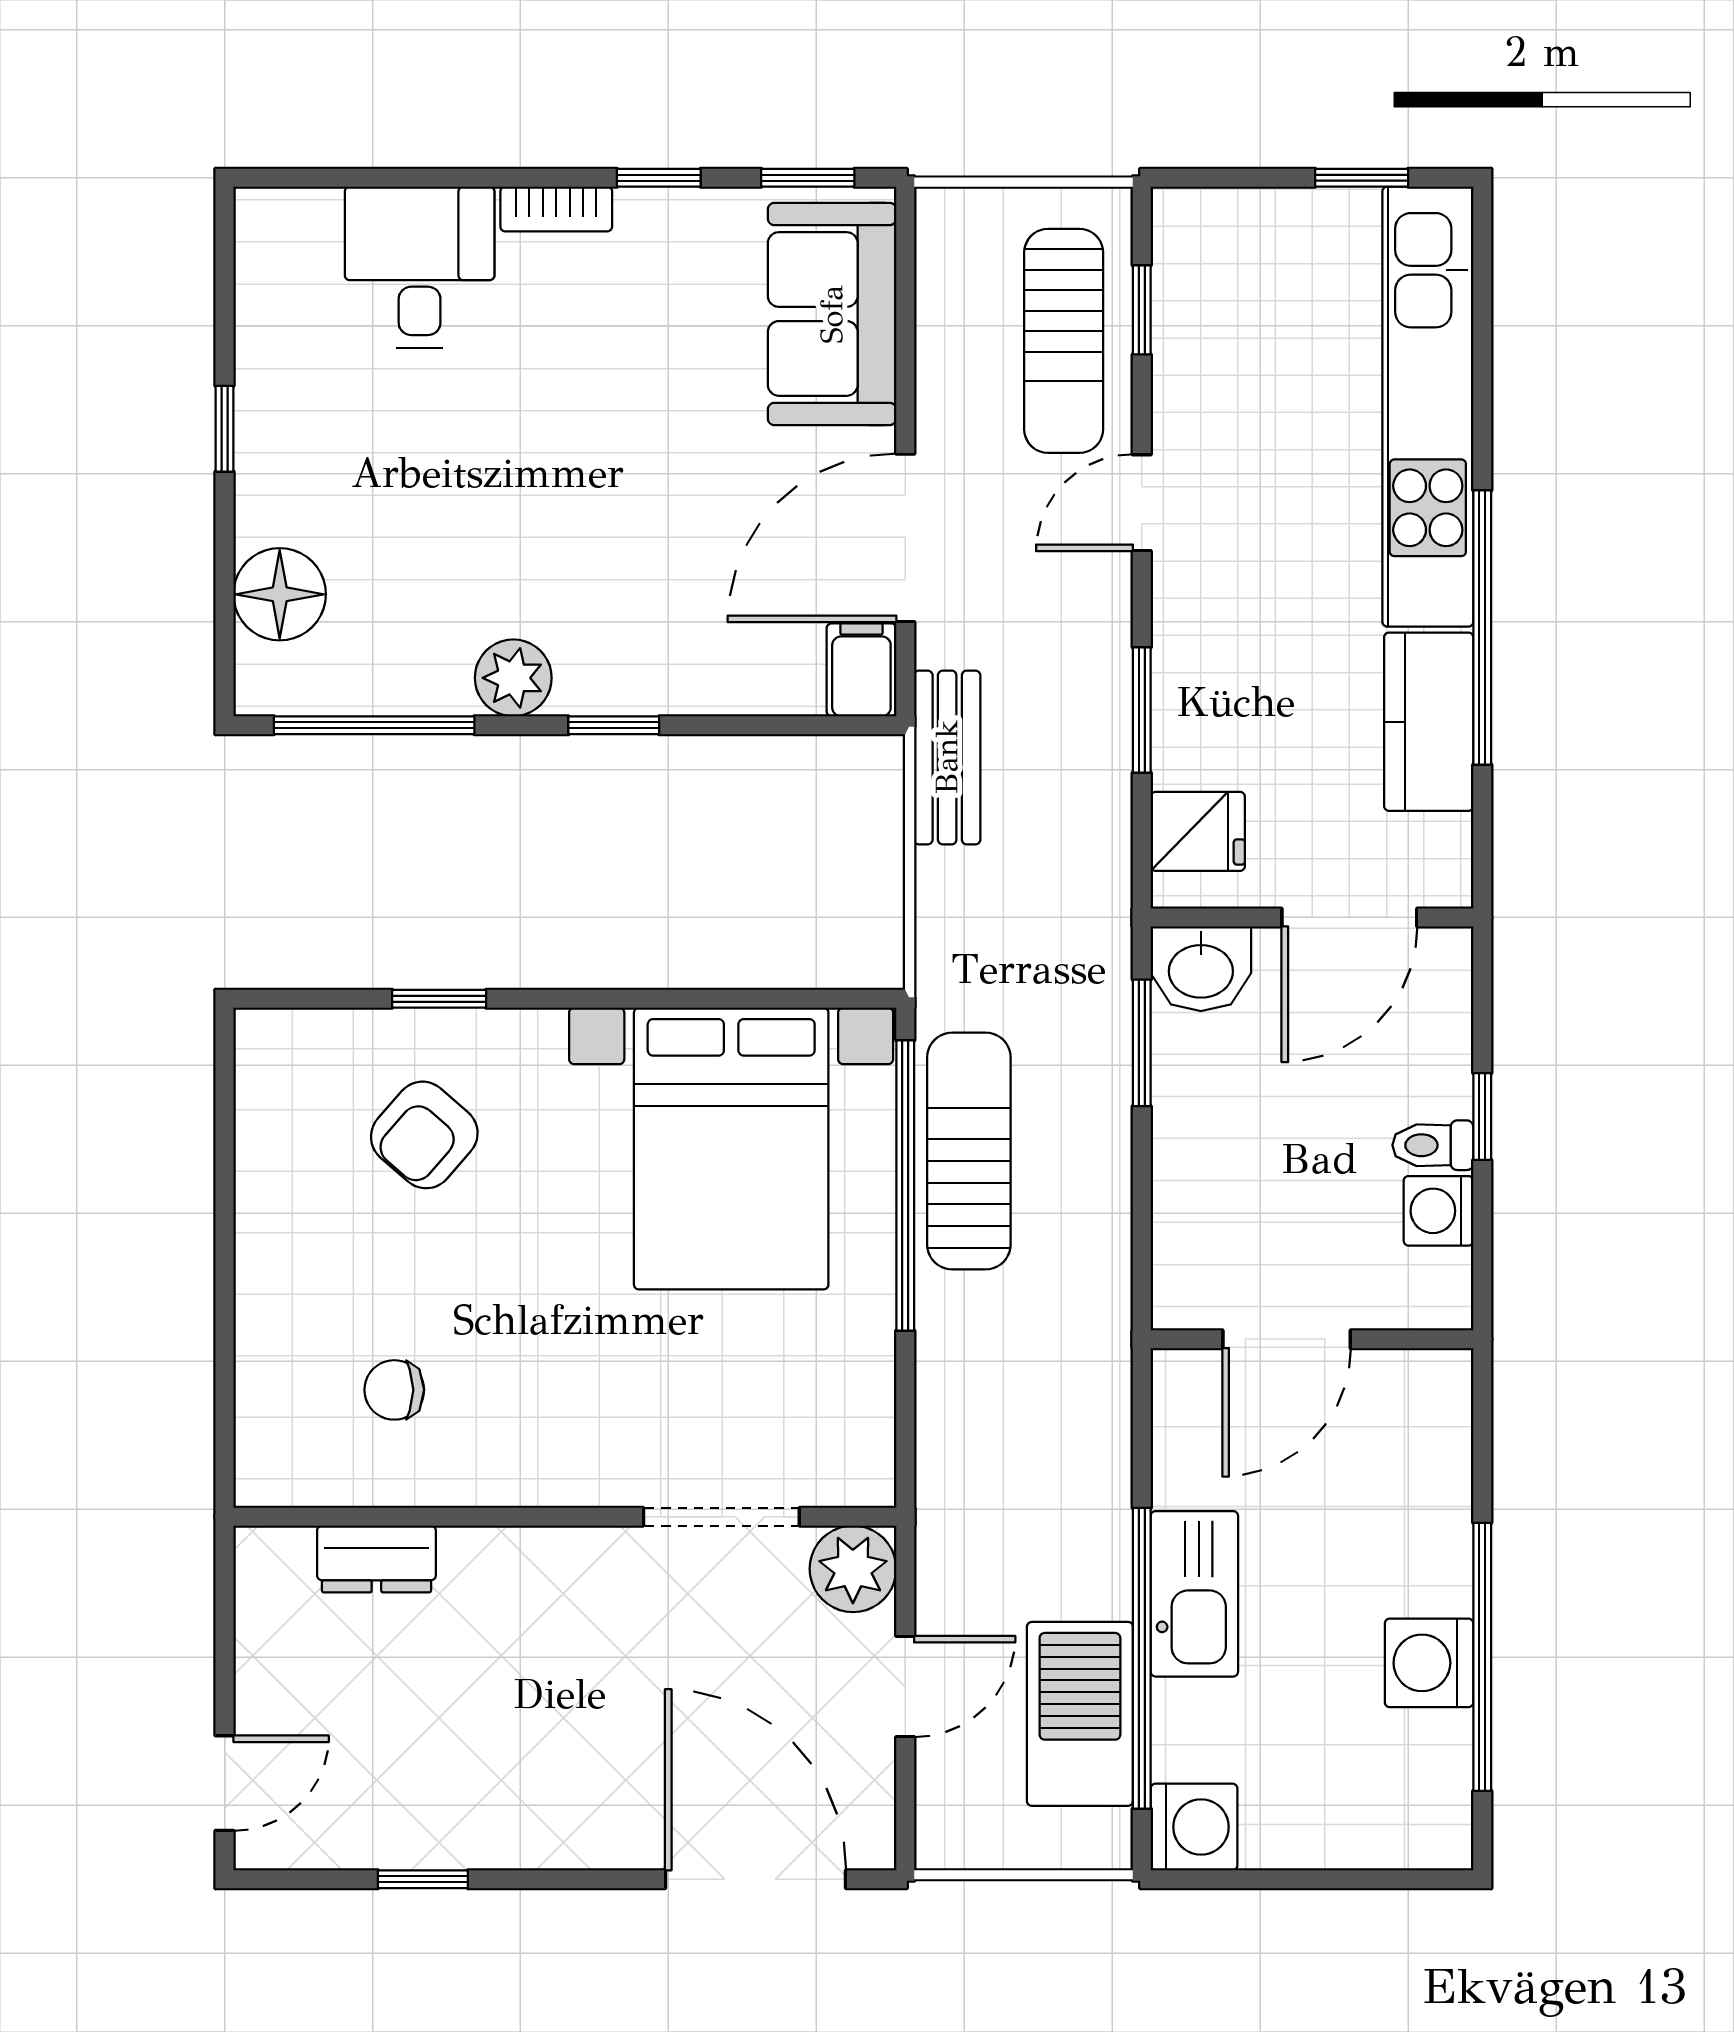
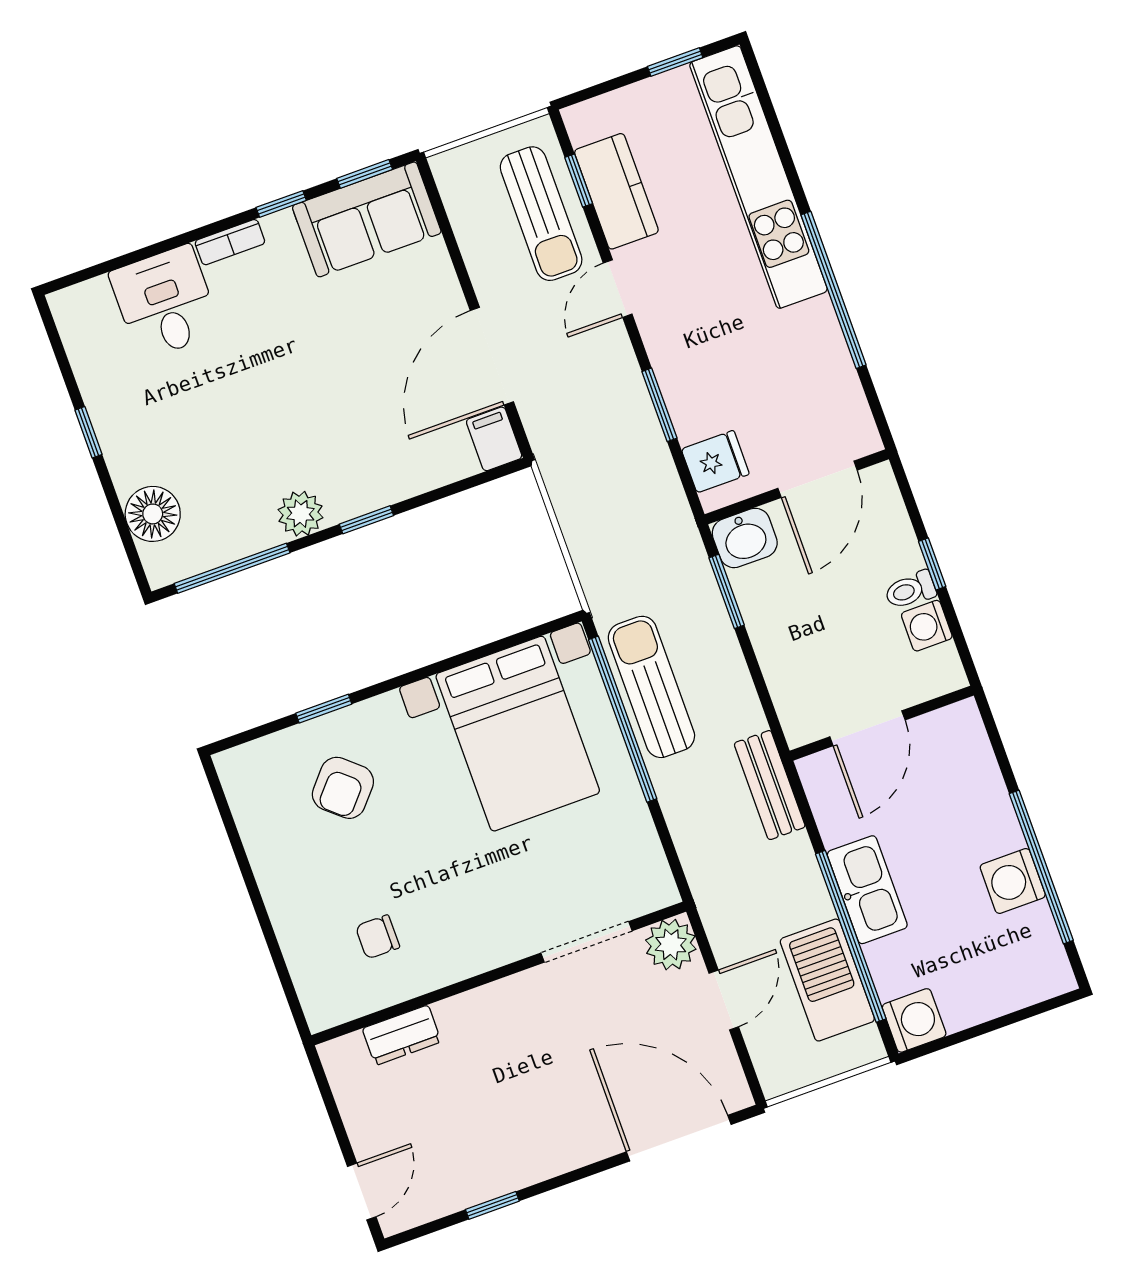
sofa: (832, 314) -> (367, 219), moved, turned -90
kitchen counter: (1429, 722) -> (616, 191), moved, turned 180
bench: (947, 757) -> (770, 785), moved

